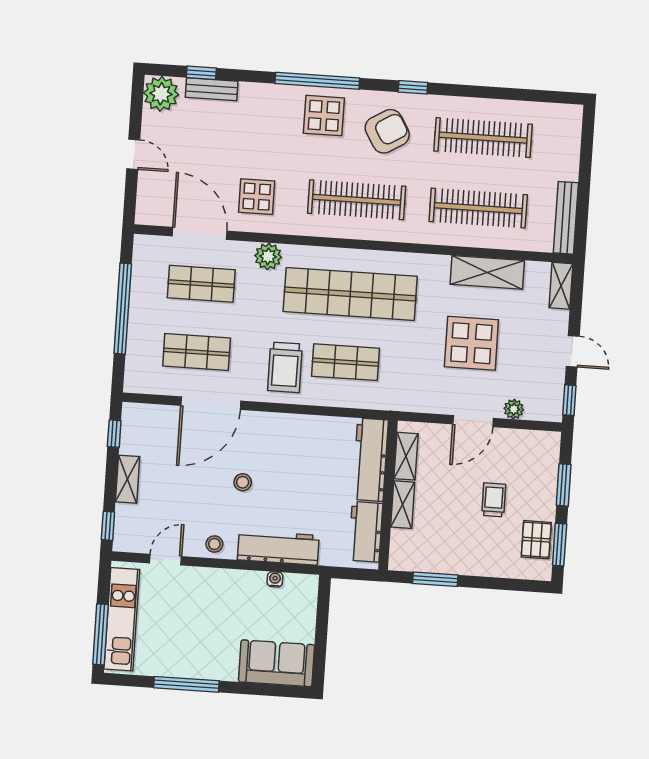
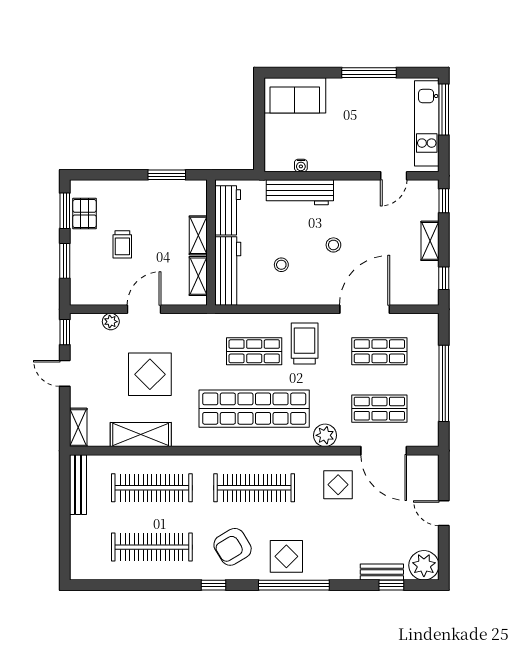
stool: (214, 544) -> (281, 265), moved

